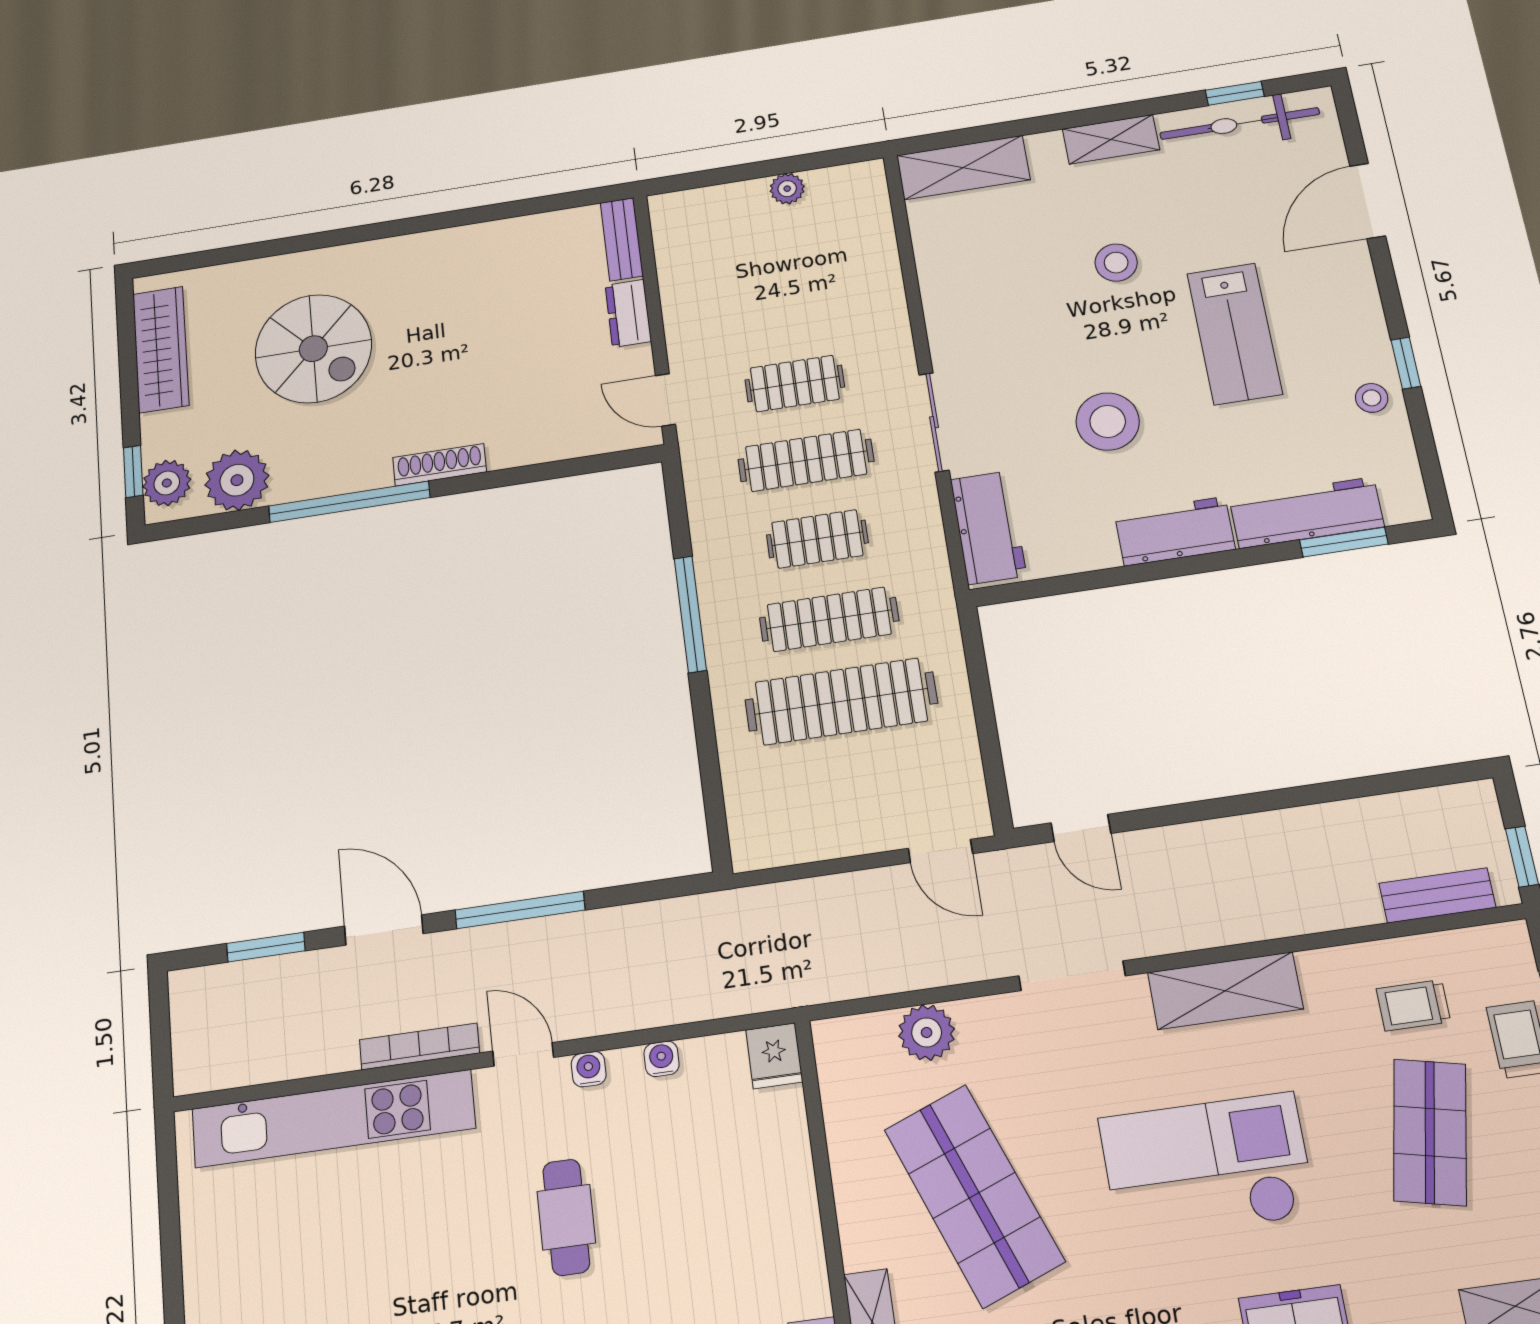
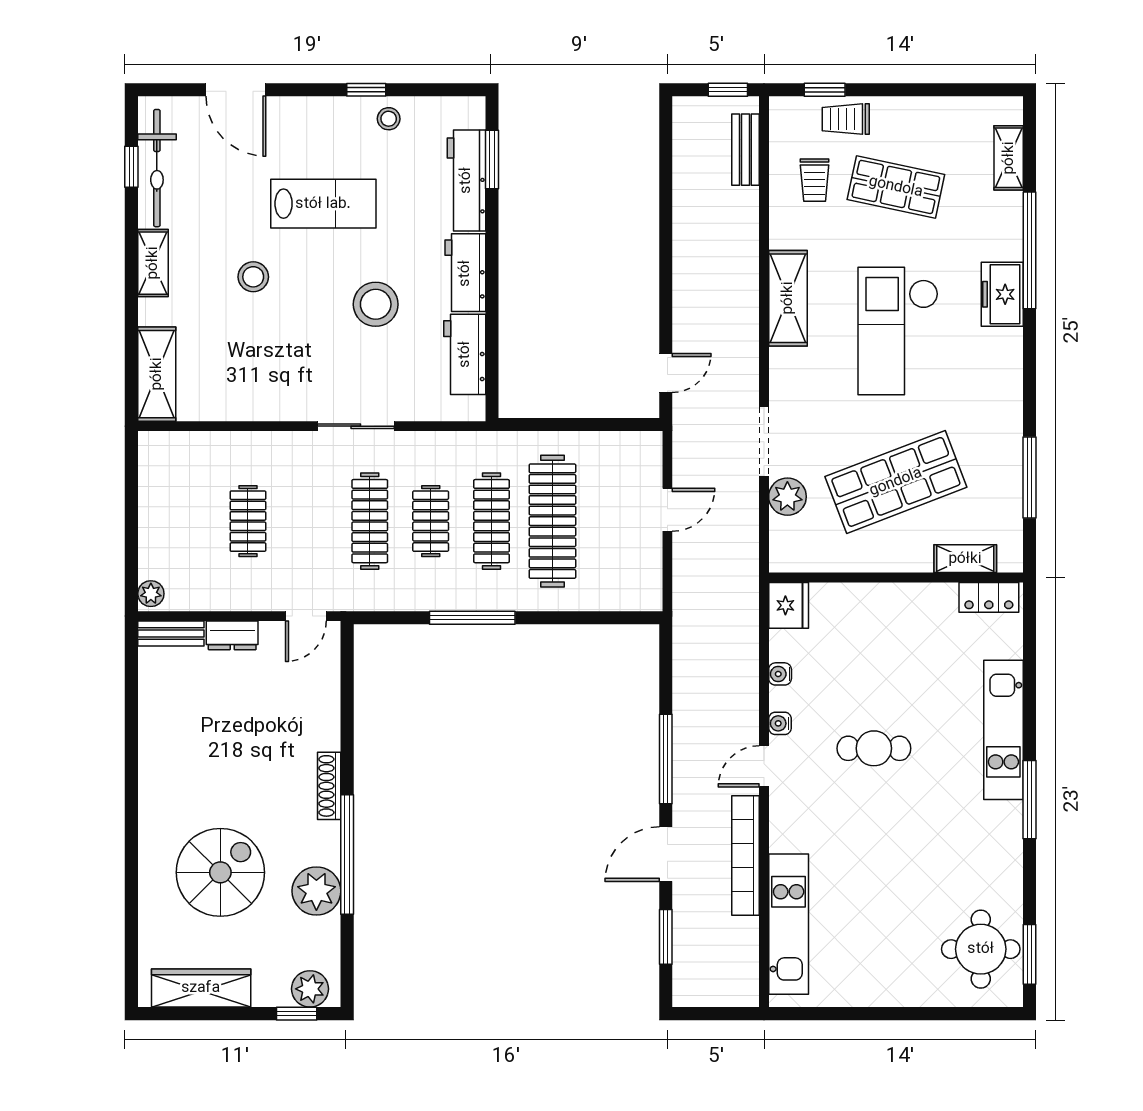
plant: (787, 189) -> (151, 594), moved
clothes rail: (795, 384) -> (248, 521), moved
plant: (237, 480) -> (316, 891), moved
workbench: (988, 527) -> (465, 354), moved, turned -90
door: (940, 851) -> (667, 510), moved
doorway: (1072, 976) -> (764, 442), moved
bookcase: (419, 1046) -> (746, 855), width x1.48, depth x1.31
fridge: (774, 1056) -> (789, 605), width x1.38
kitchen unit: (333, 1119) -> (789, 924), width x0.73

